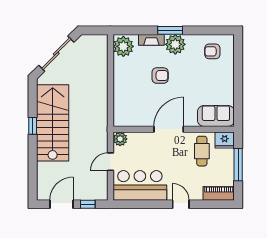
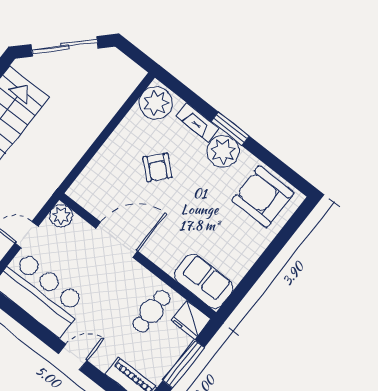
armchair: (212, 51) -> (263, 197), width x1.88, depth x1.88
armchair: (160, 76) -> (157, 167), moved, turned 42
door: (169, 129) -> (117, 240), moved
door: (181, 204) -> (73, 357), hinge flipped

